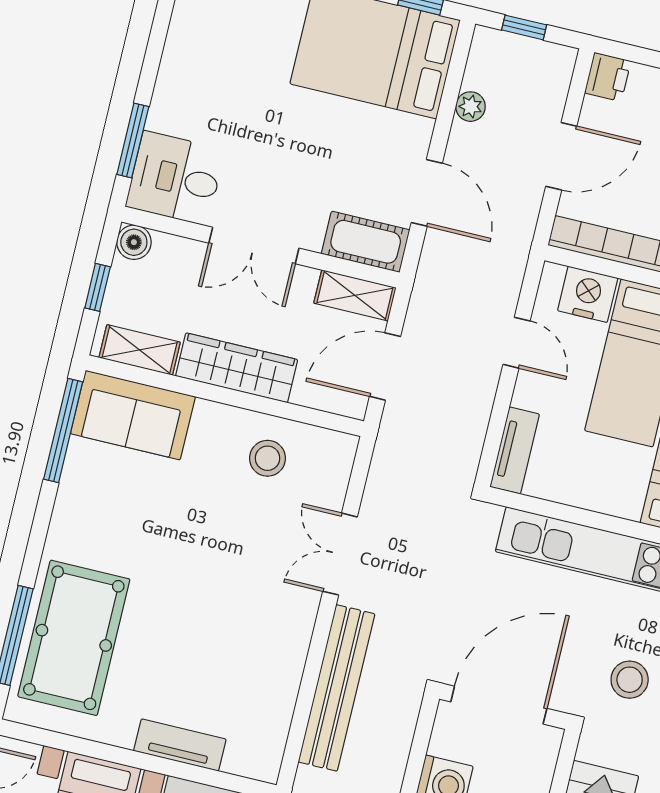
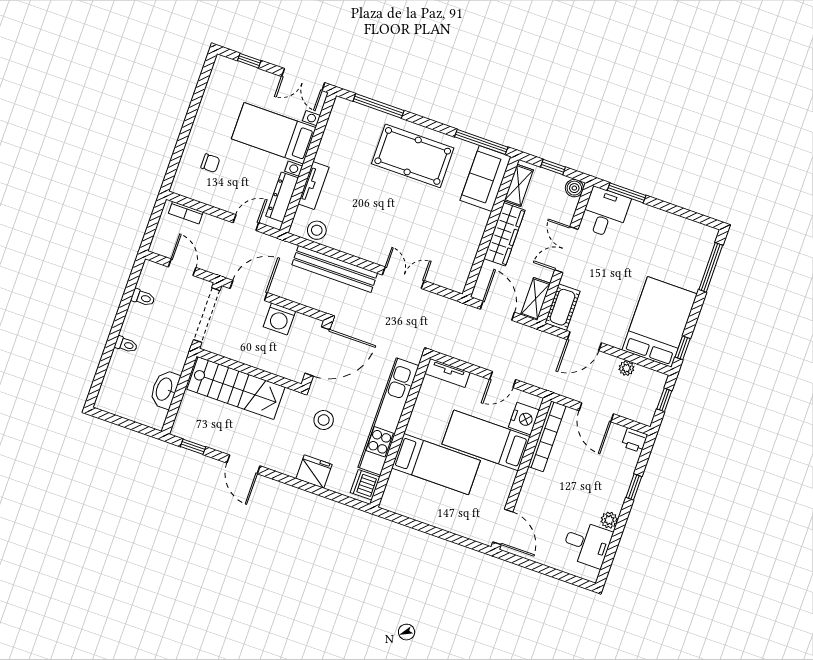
stool: (268, 458) -> (317, 230), moved
pool table: (74, 638) -> (413, 156), moved
door: (499, 705) -> (317, 351), hinge flipped

